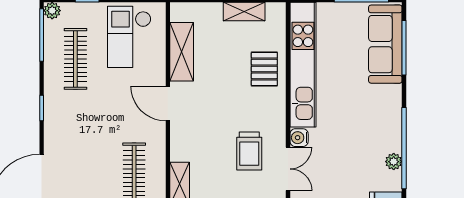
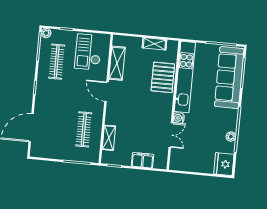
sofa: (385, 44) -> (229, 77), width x1.36, depth x1.27
pallet: (264, 69) -> (163, 77), width x1.50, depth x1.42
trolley: (249, 151) -> (150, 123), removed

